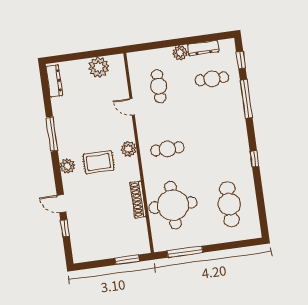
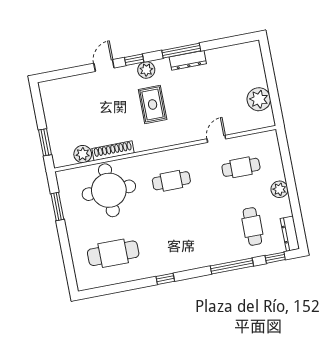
dresser: (203, 48) -> (290, 234), moved
dresser: (54, 81) -> (188, 60), moved
plant: (129, 149) -> (83, 154), moved
cafe table: (167, 149) -> (171, 181), turned 90
window: (65, 228) -> (134, 60), moved
window: (185, 252) -> (57, 206), width x0.69

